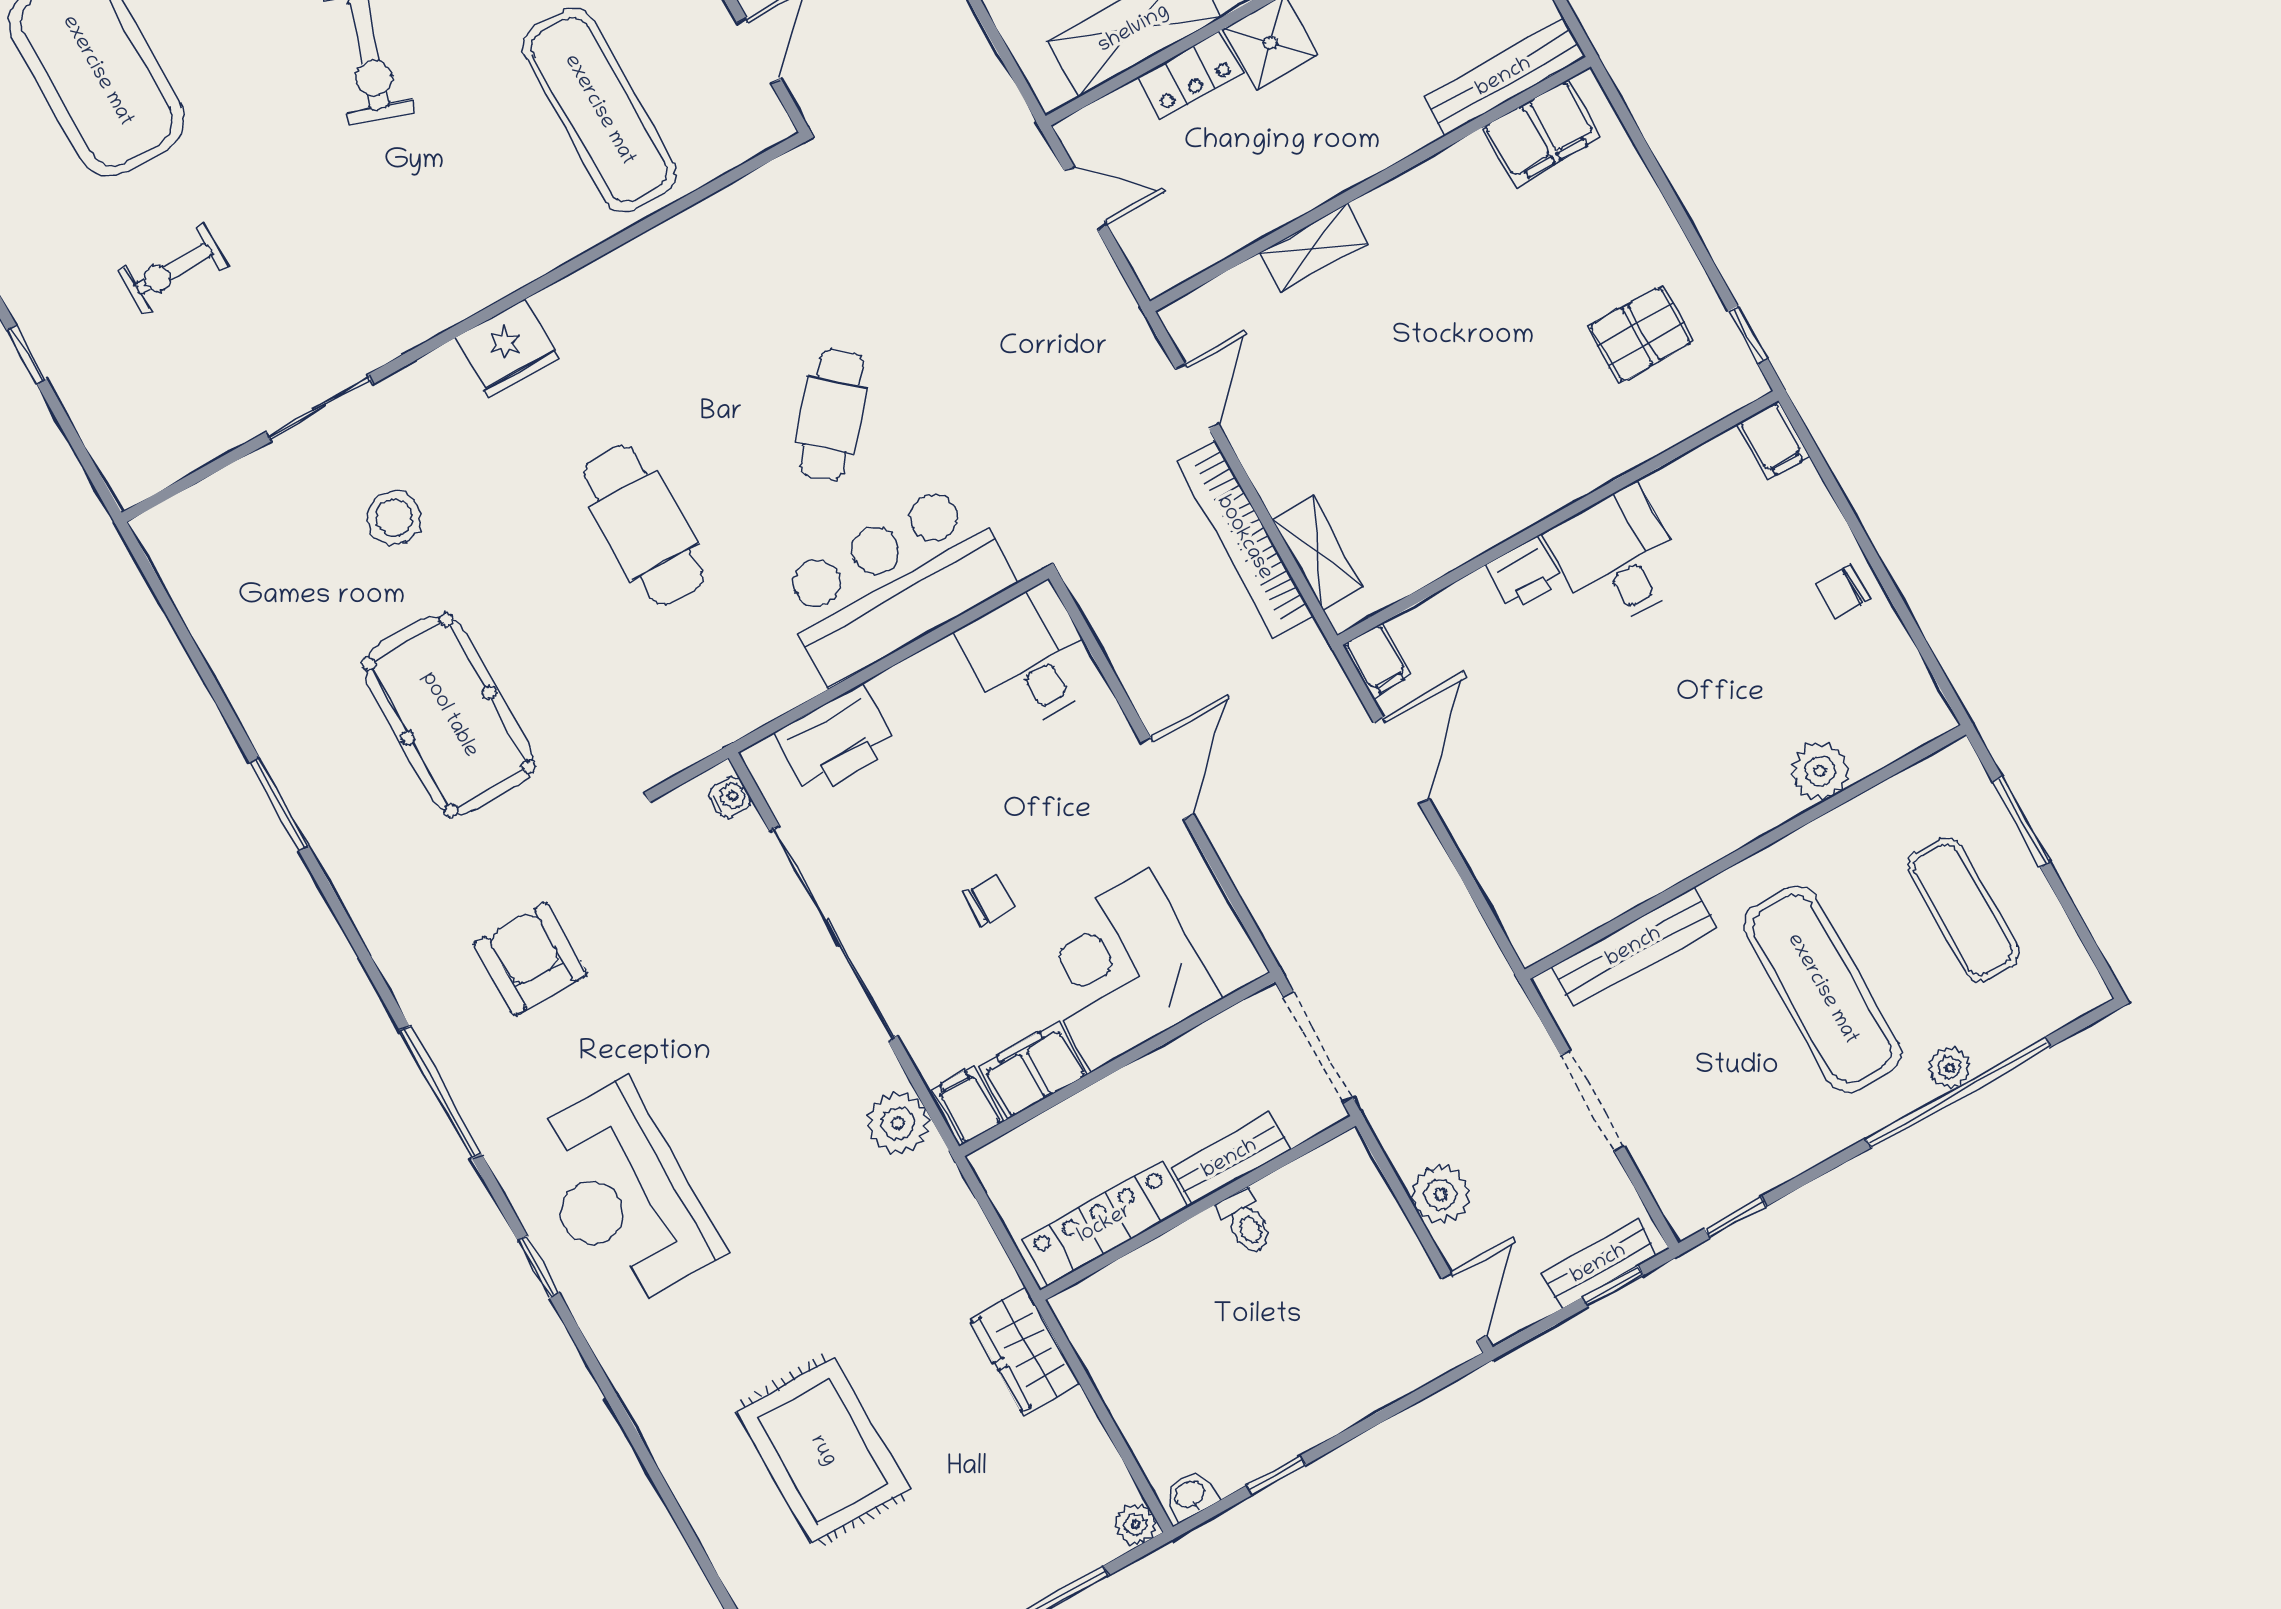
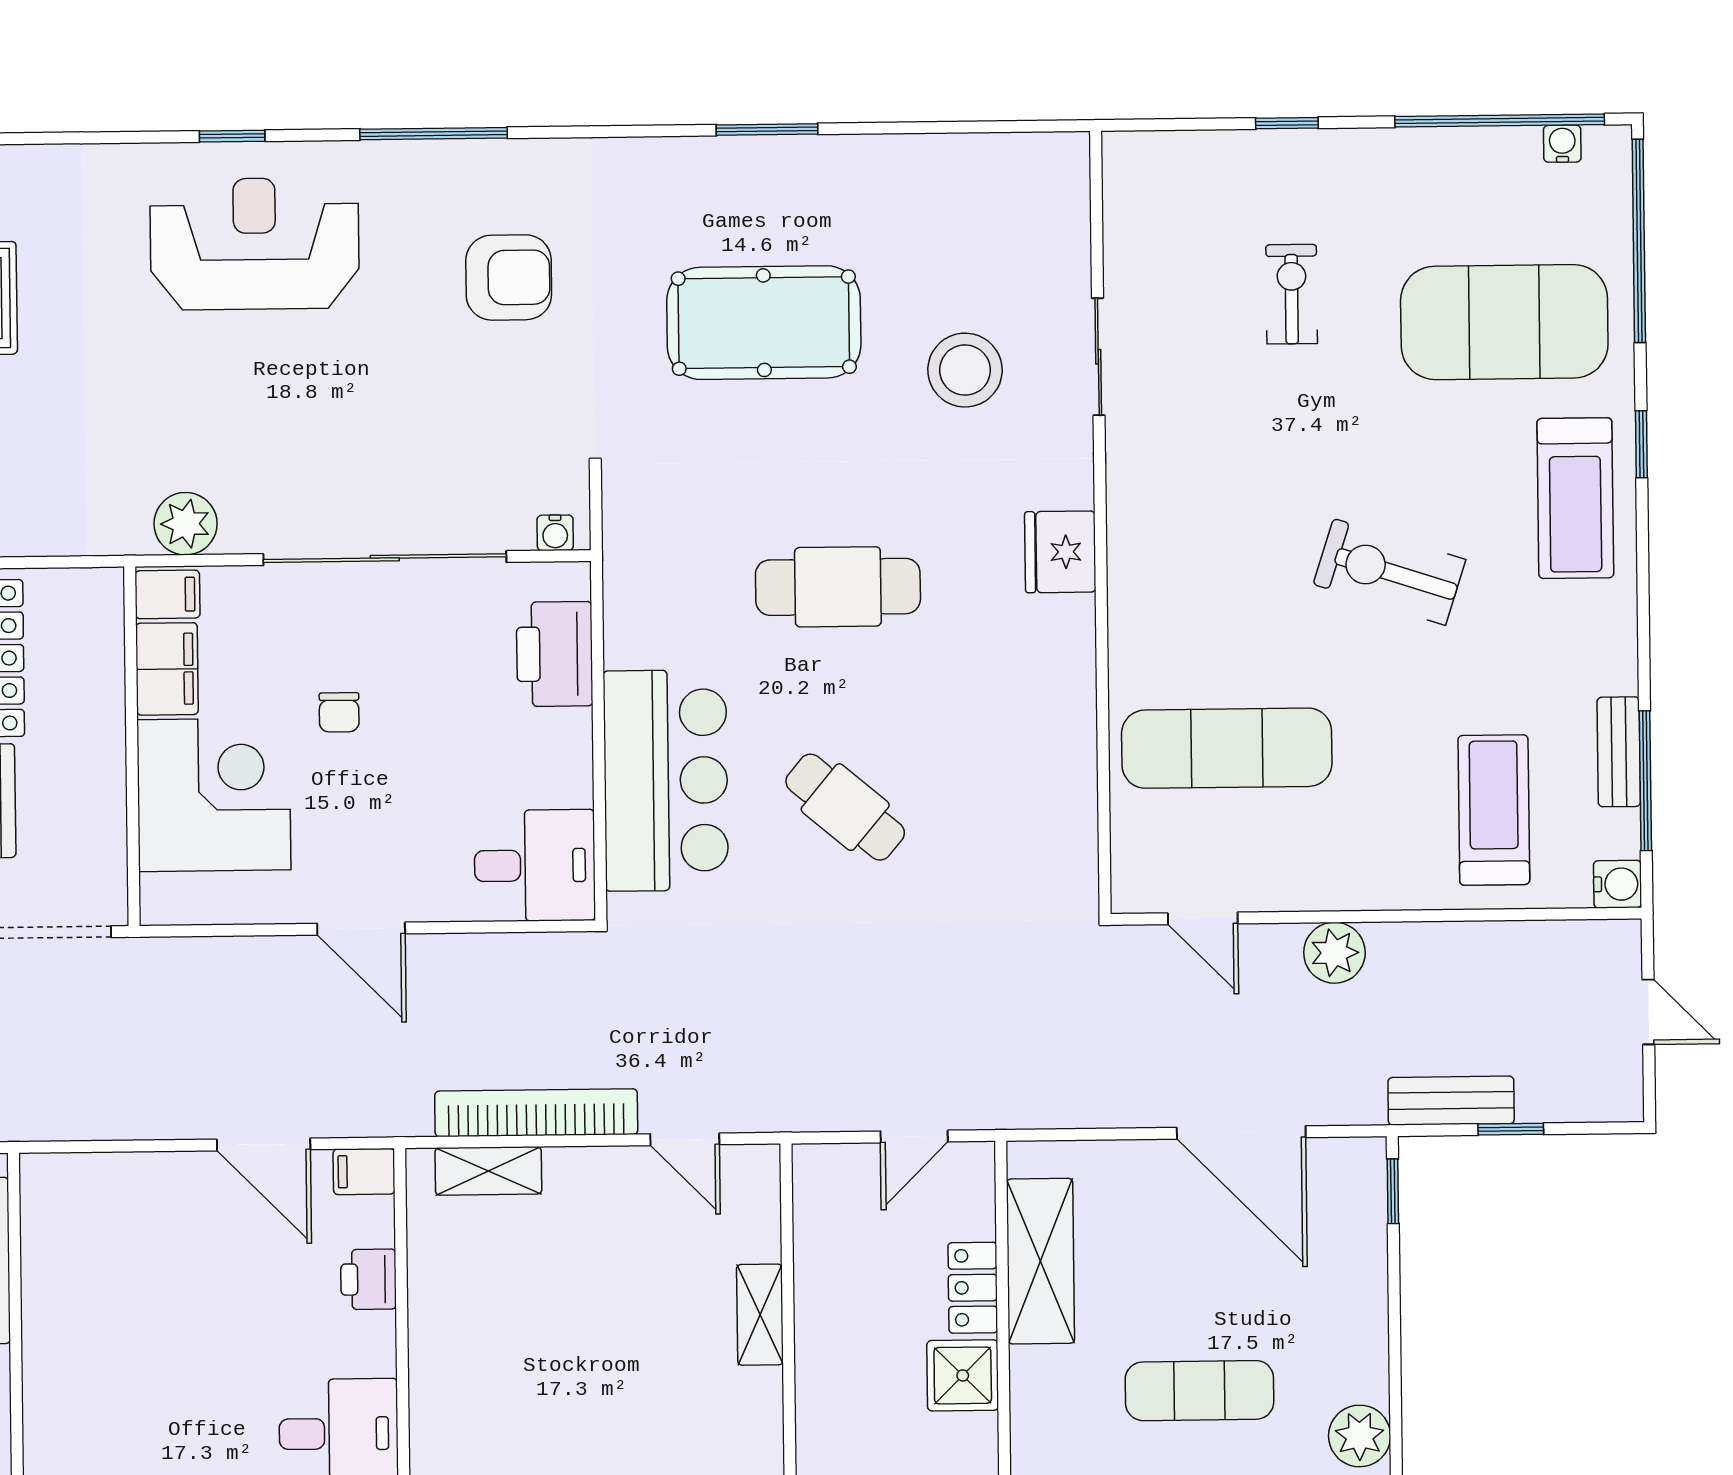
stool: (394, 518) -> (965, 370), width x1.38, depth x1.38
printer: (1525, 574) -> (369, 1279), moved

